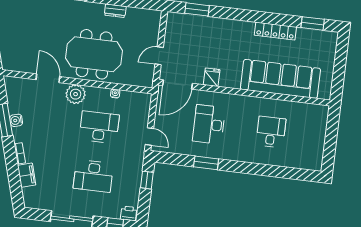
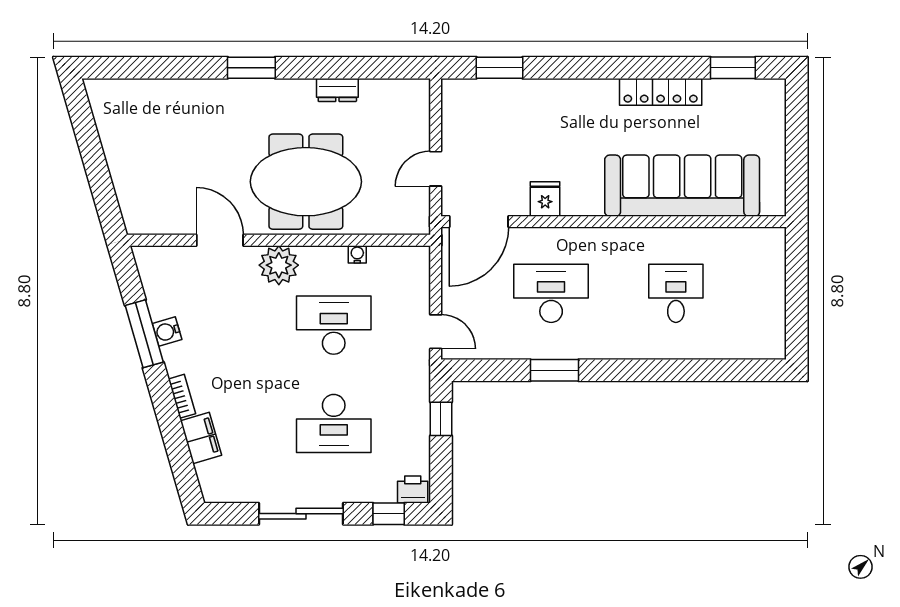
desk: (209, 124) -> (551, 293), turned 90

